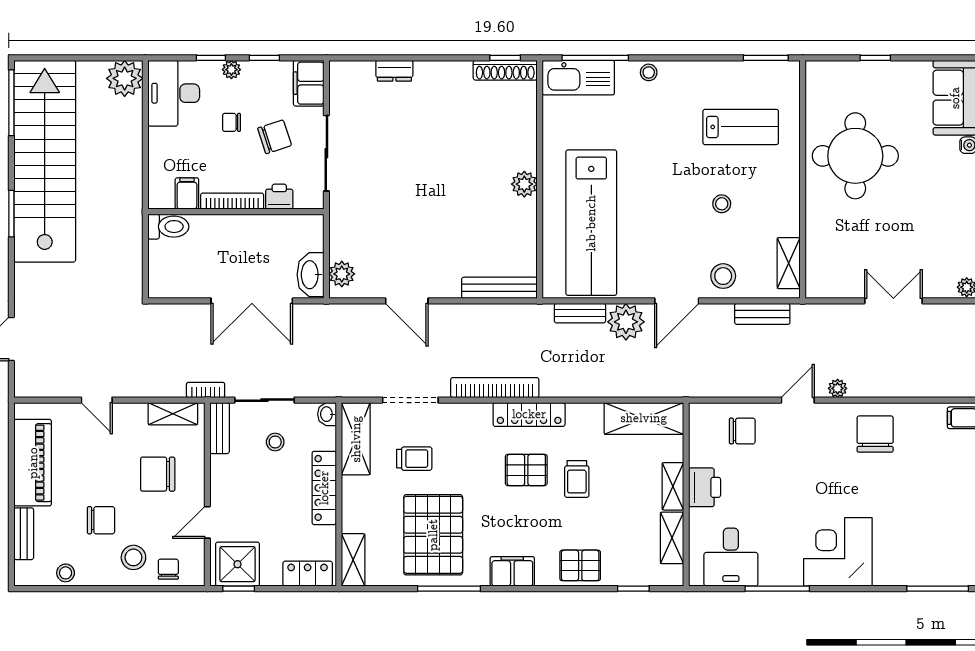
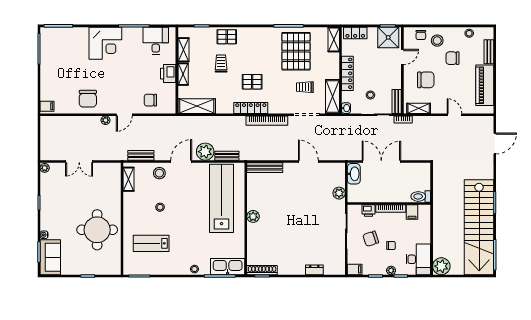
filing cabinet: (309, 83) -> (355, 269), width x0.50
plant: (342, 274) -> (339, 193), moved
trolley: (577, 479) -> (221, 64), moved
filing cabinet: (512, 571) -> (259, 34), removed

